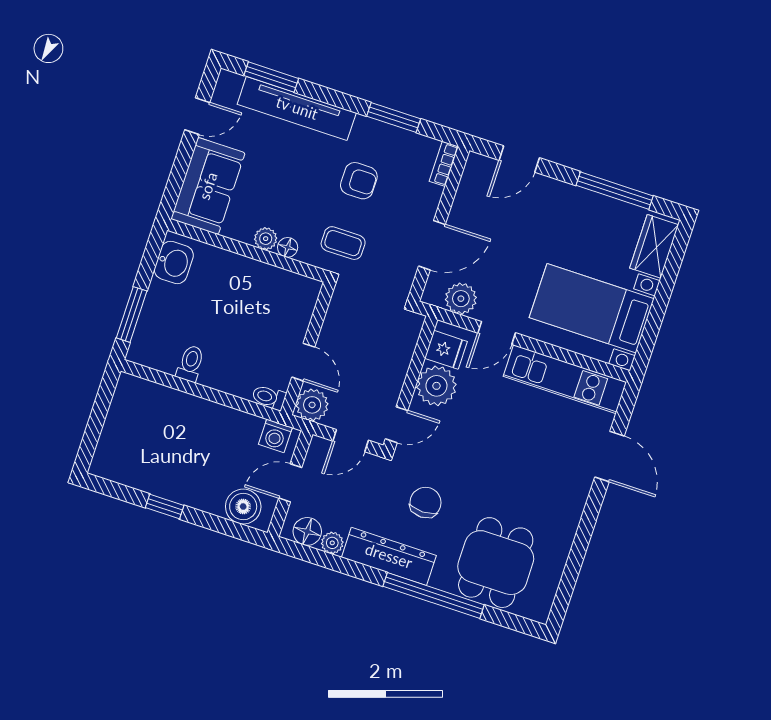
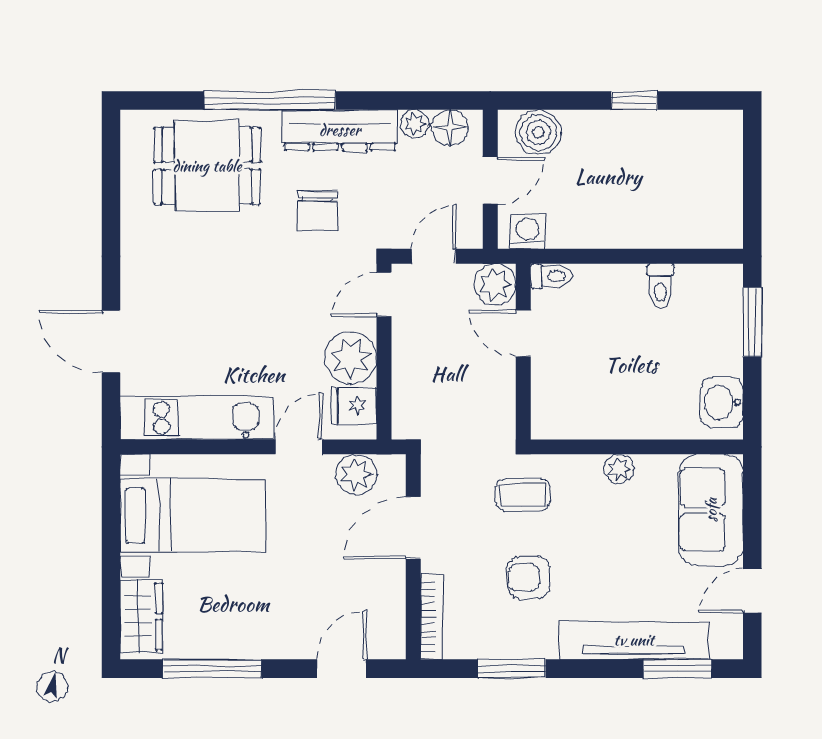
bookcase: (444, 164) -> (432, 617), width x1.56
floor lamp: (288, 247) -> (589, 467), removed
dining table: (496, 563) -> (207, 166), turned 90

